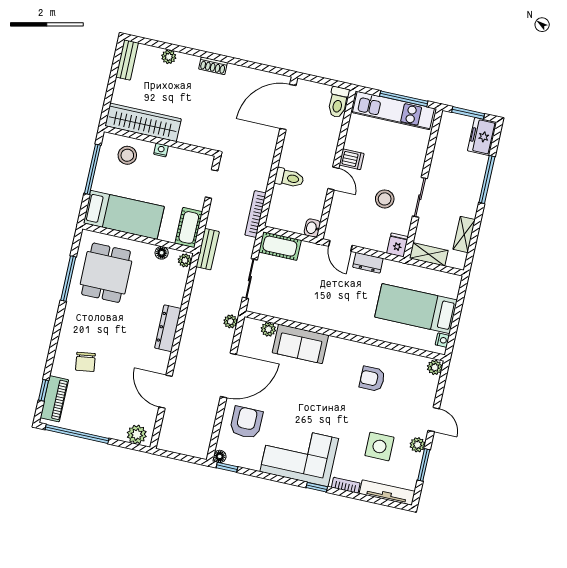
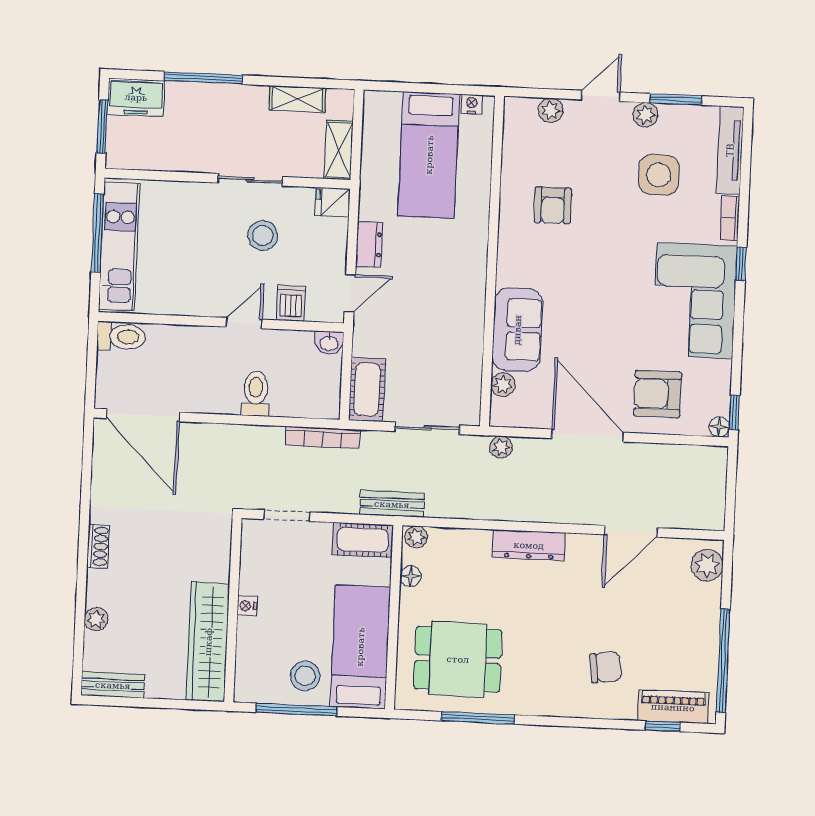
stool: (127, 155) -> (305, 676), moved
dishwasher: (352, 159) -> (291, 303), moved
plant: (435, 367) -> (551, 110), moved

